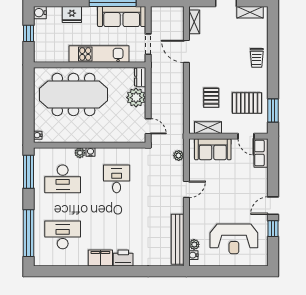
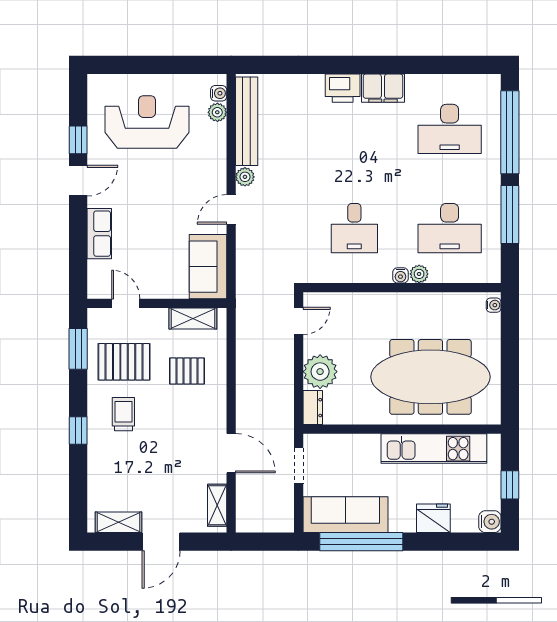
kitchen unit: (99, 54) -> (434, 449), moved
trolley: (257, 58) -> (123, 414), moved
window: (273, 64) -> (78, 430), added
pallet: (211, 98) -> (187, 371), turned 90
door: (148, 126) -> (299, 321), swing flipped
sofa: (213, 149) -> (208, 267), moved, turned -90
row of seats: (261, 153) -> (99, 234), moved
plant: (179, 156) -> (245, 177), moved
window: (29, 172) -> (510, 215), moved
desk: (63, 179) -> (450, 228), turned 180

